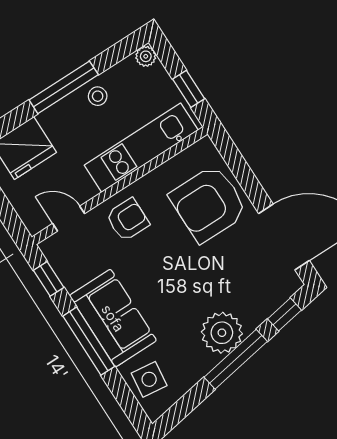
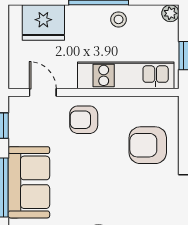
armchair: (208, 204) -> (148, 145), width x0.73, depth x0.73
armchair: (128, 220) -> (84, 120), turned 180

